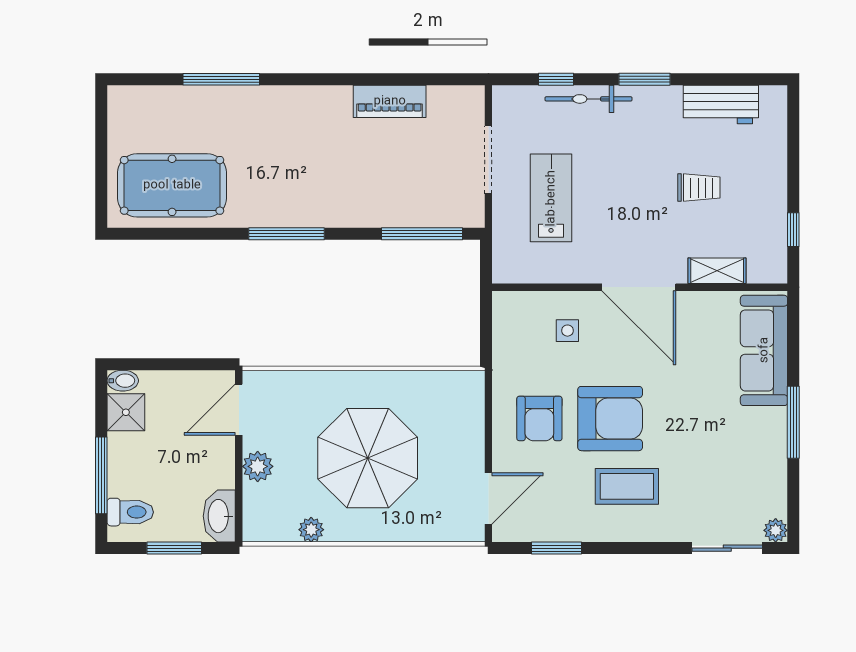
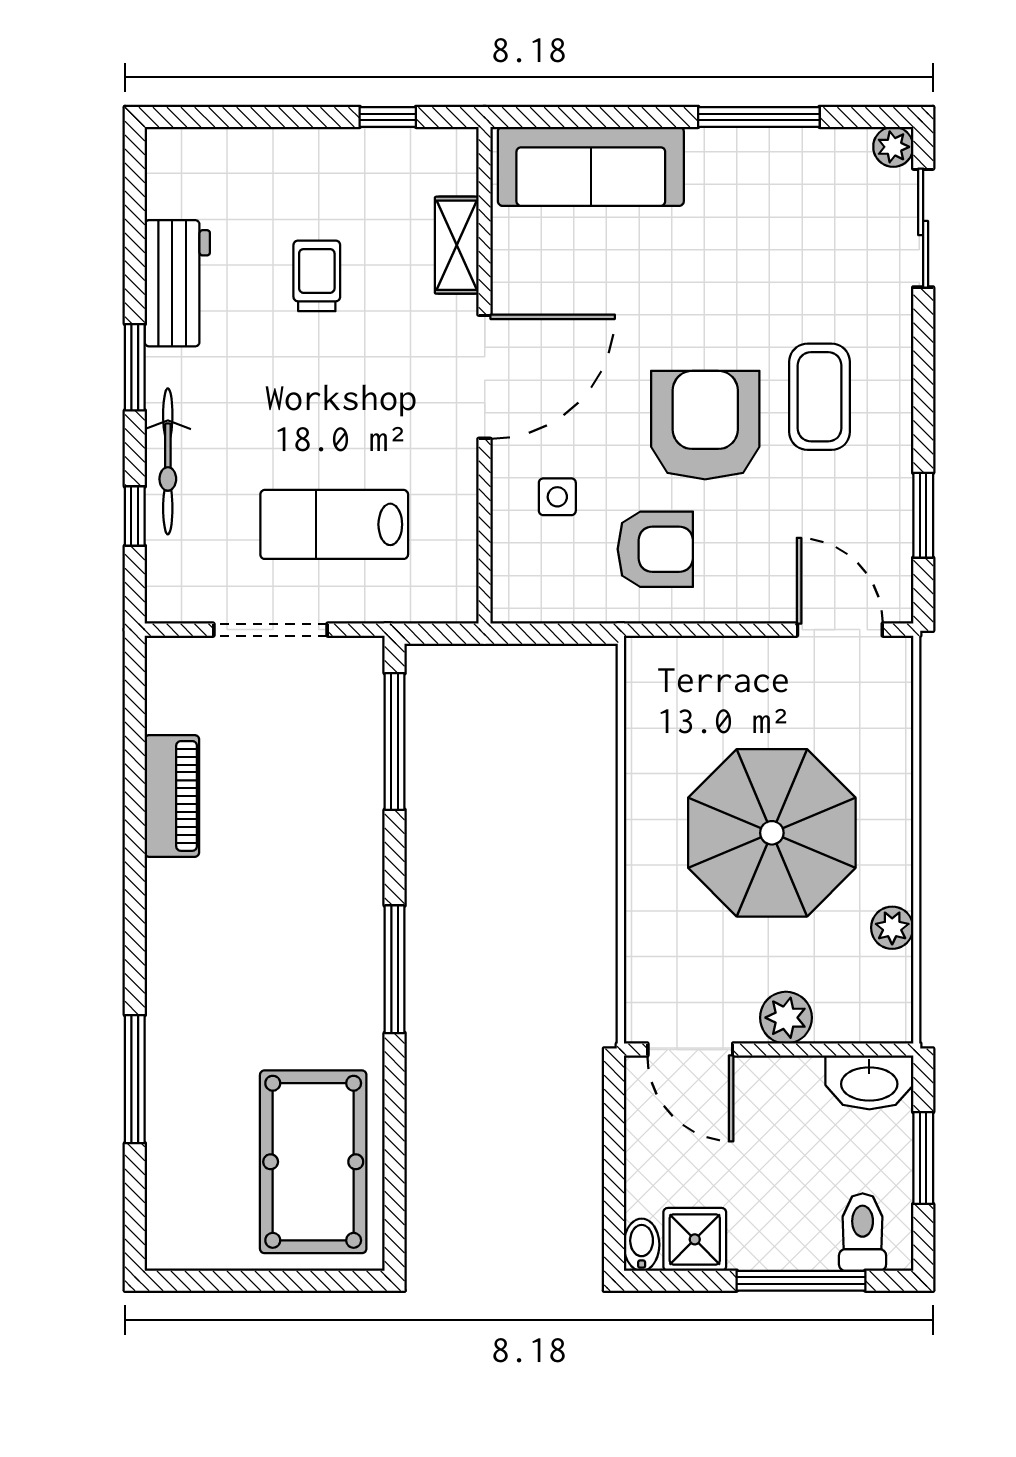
workbench: (721, 105) -> (177, 283), moved
armchair: (539, 418) -> (655, 549), moved
window: (793, 422) -> (759, 117), moved

